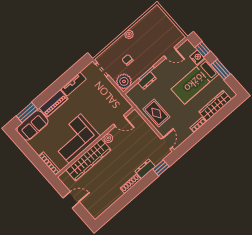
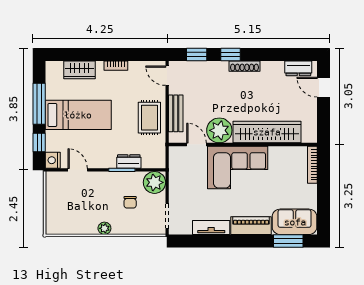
nightstand: (197, 57) -> (53, 160), moved
window: (221, 69) -> (39, 104), width x1.44
wardrobe: (215, 106) -> (79, 70), width x0.67
bench: (145, 127) -> (176, 113), added
plant: (108, 138) -> (219, 130), width x1.87, depth x1.87
corner sofa: (75, 139) -> (238, 168), moved
door: (167, 143) -> (167, 76), hinge flipped
dresser: (145, 169) -> (298, 68), moved
window: (143, 183) -> (231, 55), added
door: (71, 200) -> (324, 87), moved

